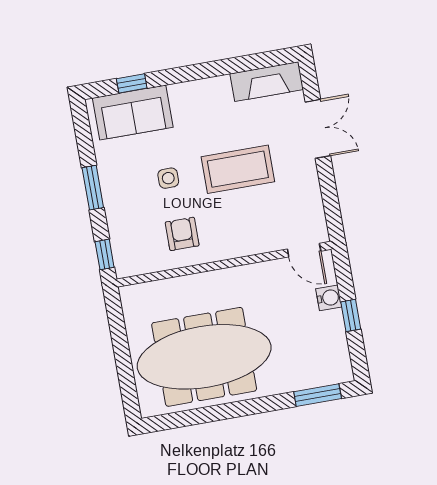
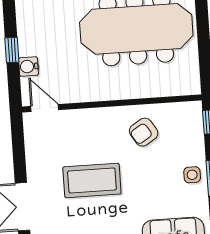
side table: (168, 178) -> (192, 175), moved
armchair: (182, 234) -> (144, 132), turned 58

